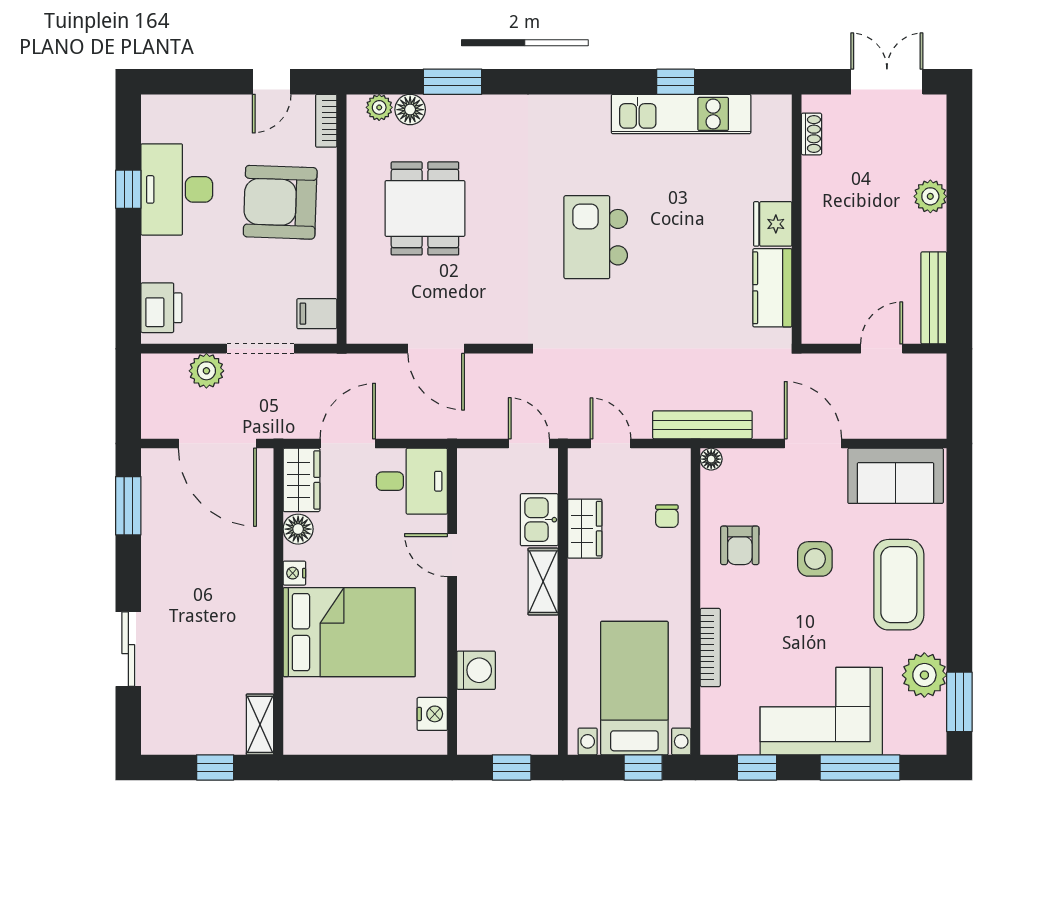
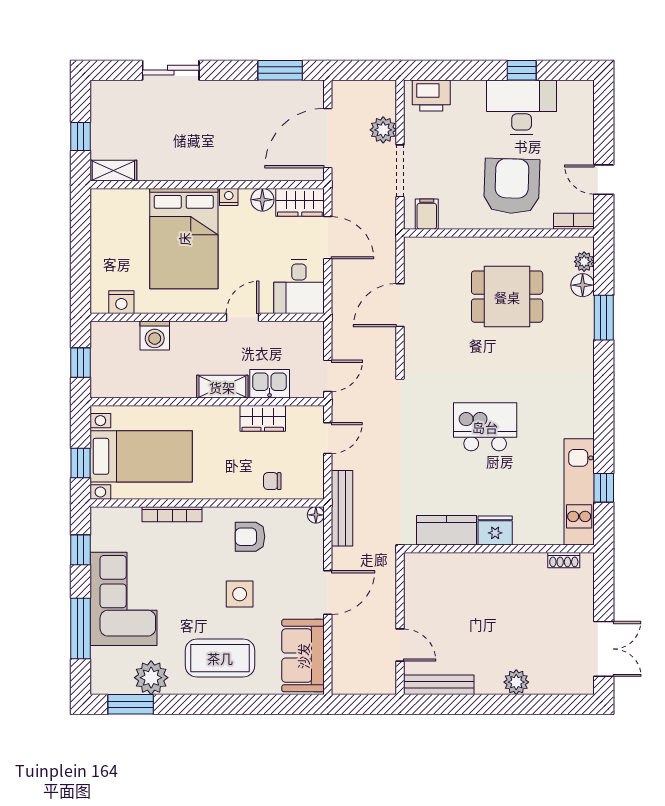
shoe rack: (811, 134) -> (564, 560), moved
wall: (797, 219) -> (499, 549), moved
fridge: (773, 224) -> (495, 531), moved
kitchen counter: (772, 288) -> (446, 530), moved

